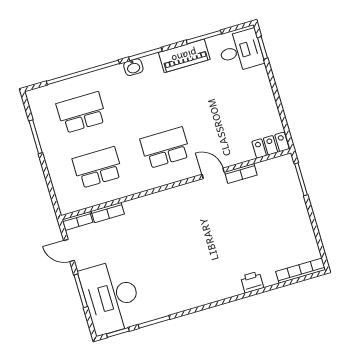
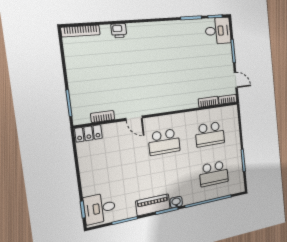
piano: (184, 56) -> (153, 205), moved
bookcase: (241, 173) -> (103, 117), moved
desk: (111, 297) -> (218, 31), width x0.53, depth x0.77

